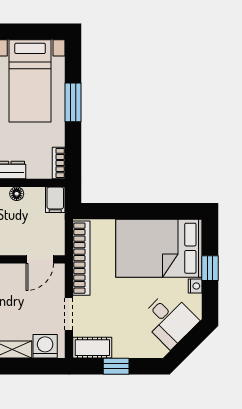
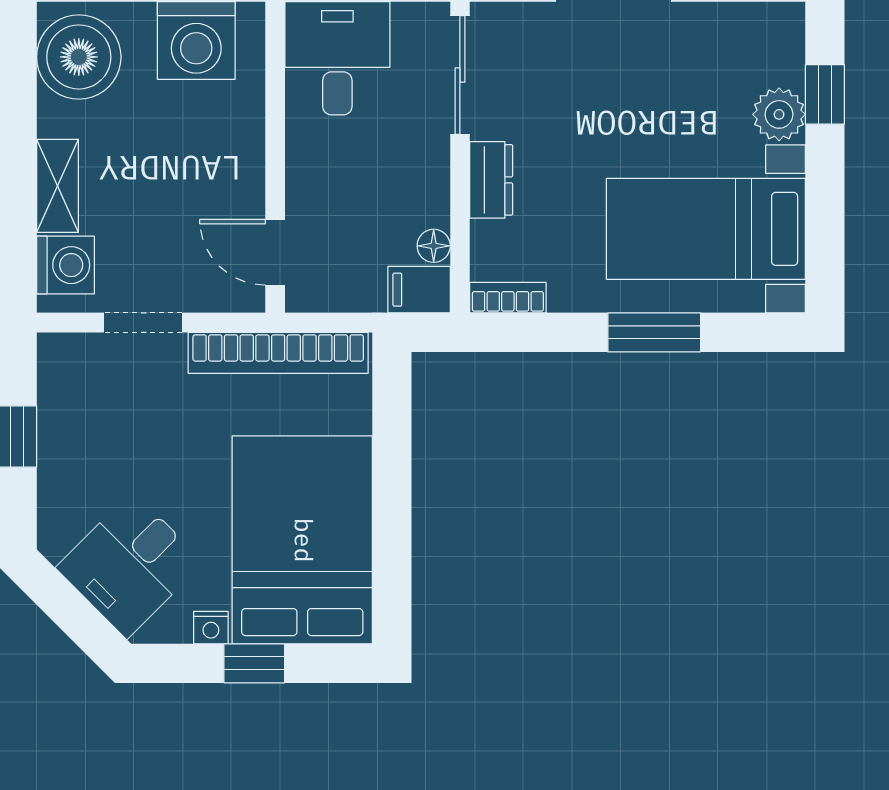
floor lamp: (17, 194) -> (434, 246), moved
cot: (92, 348) -> (62, 379), removed

